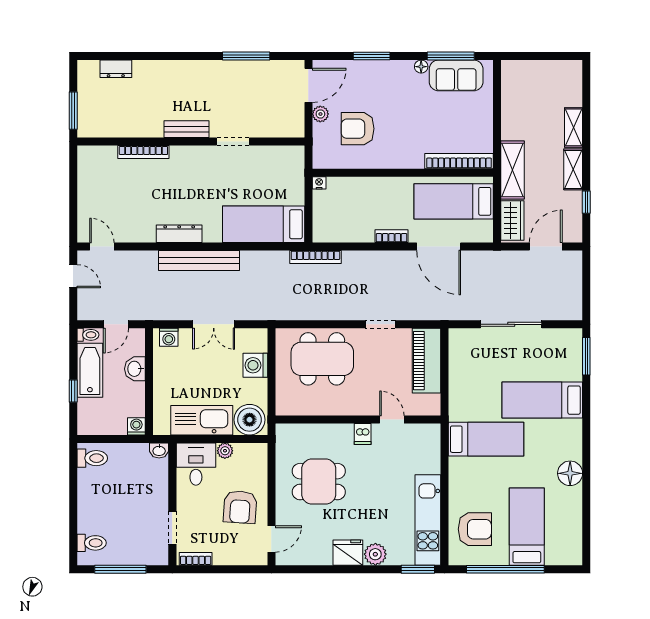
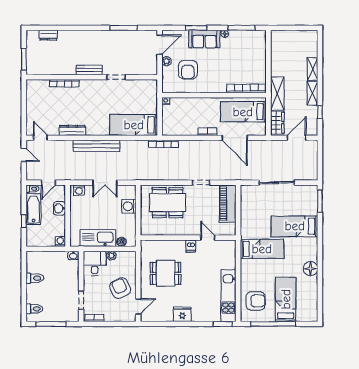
sofa: (456, 75) -> (204, 39), moved
armchair: (358, 129) -> (188, 70), turned -90
dresser: (179, 234) -> (72, 130), moved
boiler: (250, 420) -> (121, 242), width x0.54, depth x0.54
toilet: (92, 458) -> (35, 278), moved
armchair: (240, 507) -> (120, 288), turned 151
plant: (375, 554) -> (198, 315), removed

